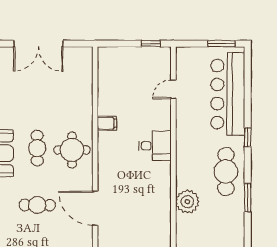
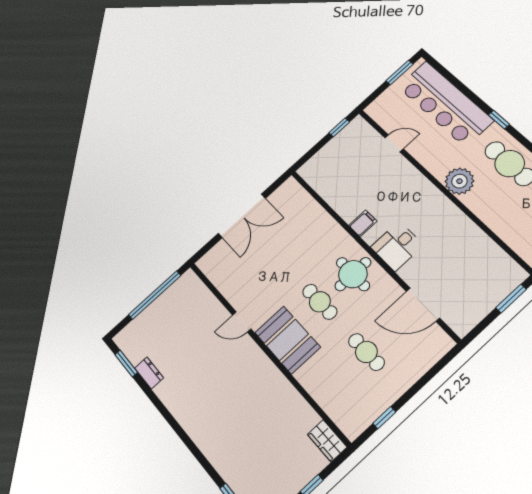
door: (173, 89) -> (394, 143), swing flipped
desk: (155, 146) -> (397, 246), moved, turned 180
plant: (187, 202) -> (459, 181), moved
cafe table: (37, 205) -> (366, 352), turned 90

